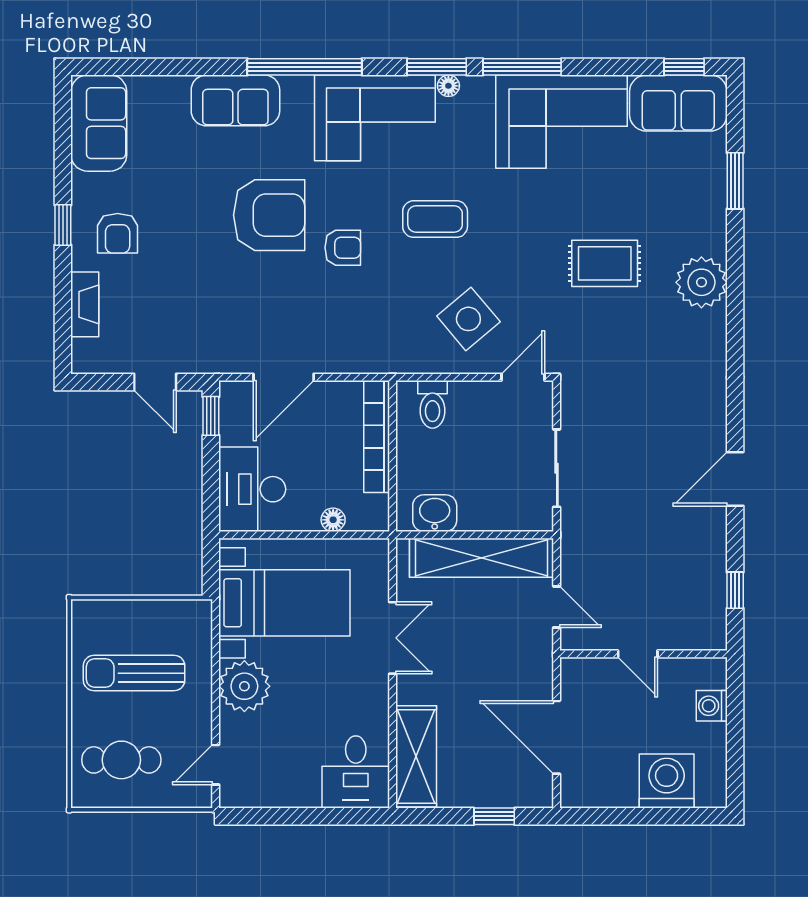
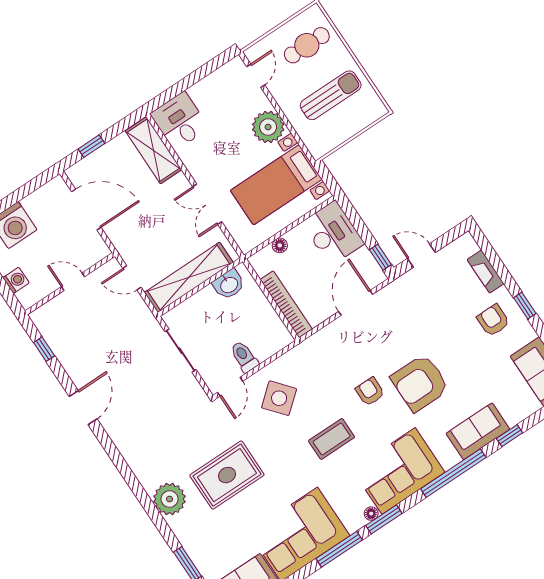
window: (197, 67) -> (510, 436), added
armchair: (343, 248) -> (370, 392), turned 90
rug: (605, 263) -> (227, 475), width x1.36, depth x1.43
toilet: (433, 404) -> (244, 357), moved

